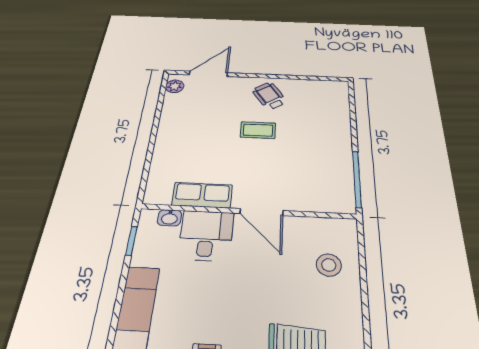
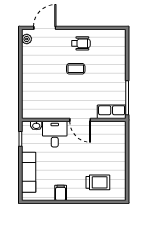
wheelchair: (269, 96) -> (81, 43), turned 123
row of seats: (202, 195) -> (112, 112), moved
stool: (329, 265) -> (112, 146), removed

